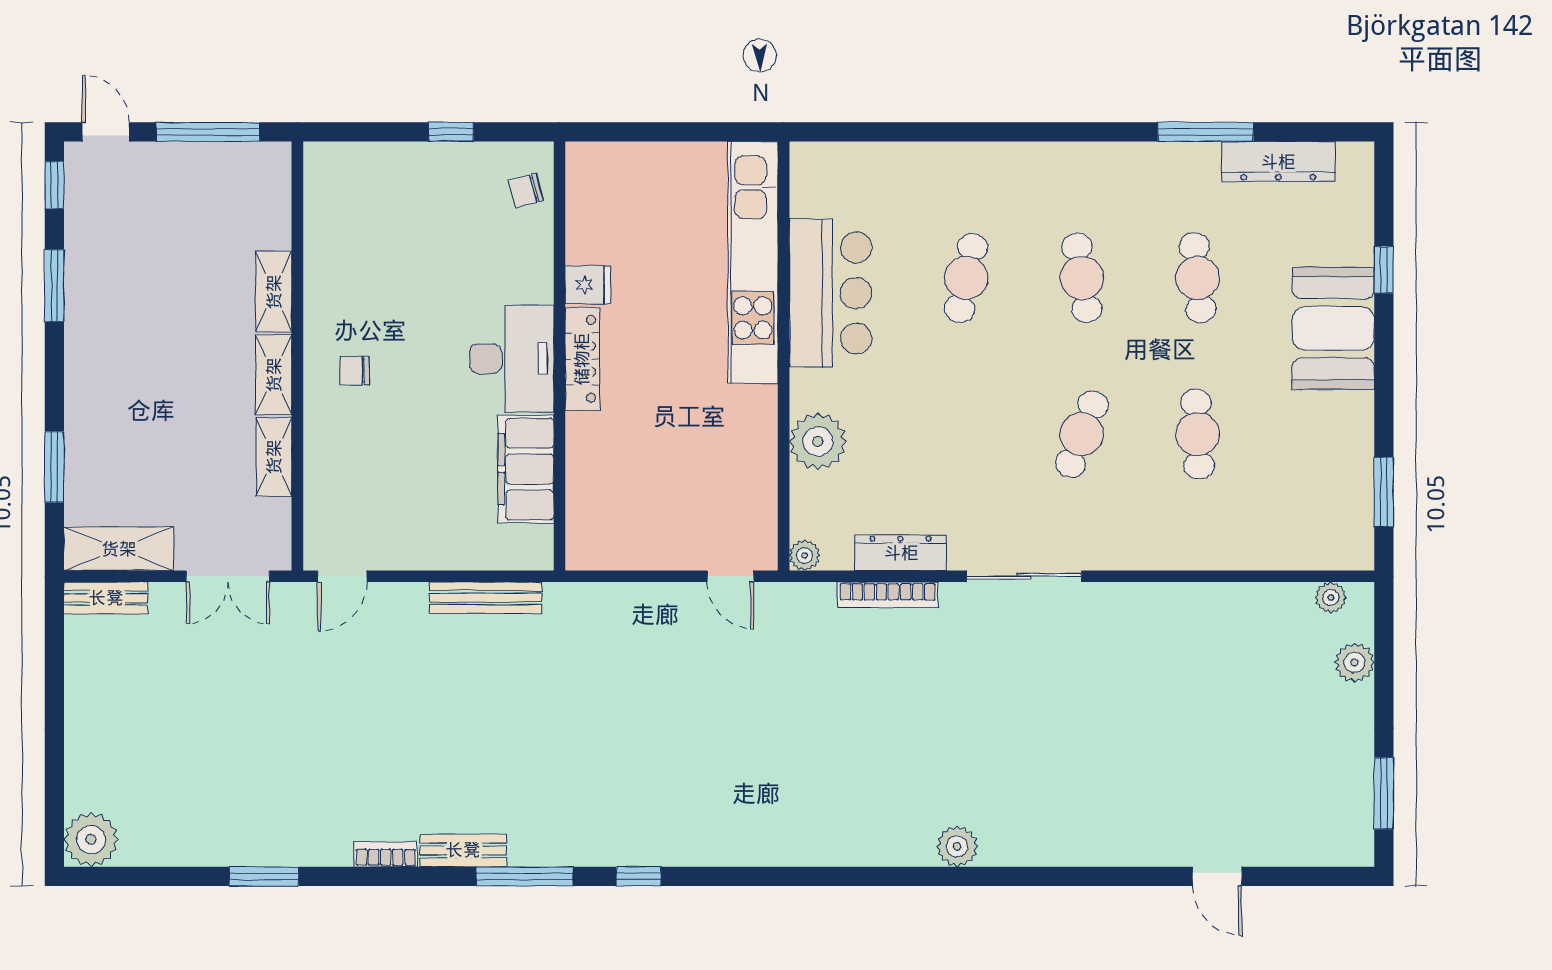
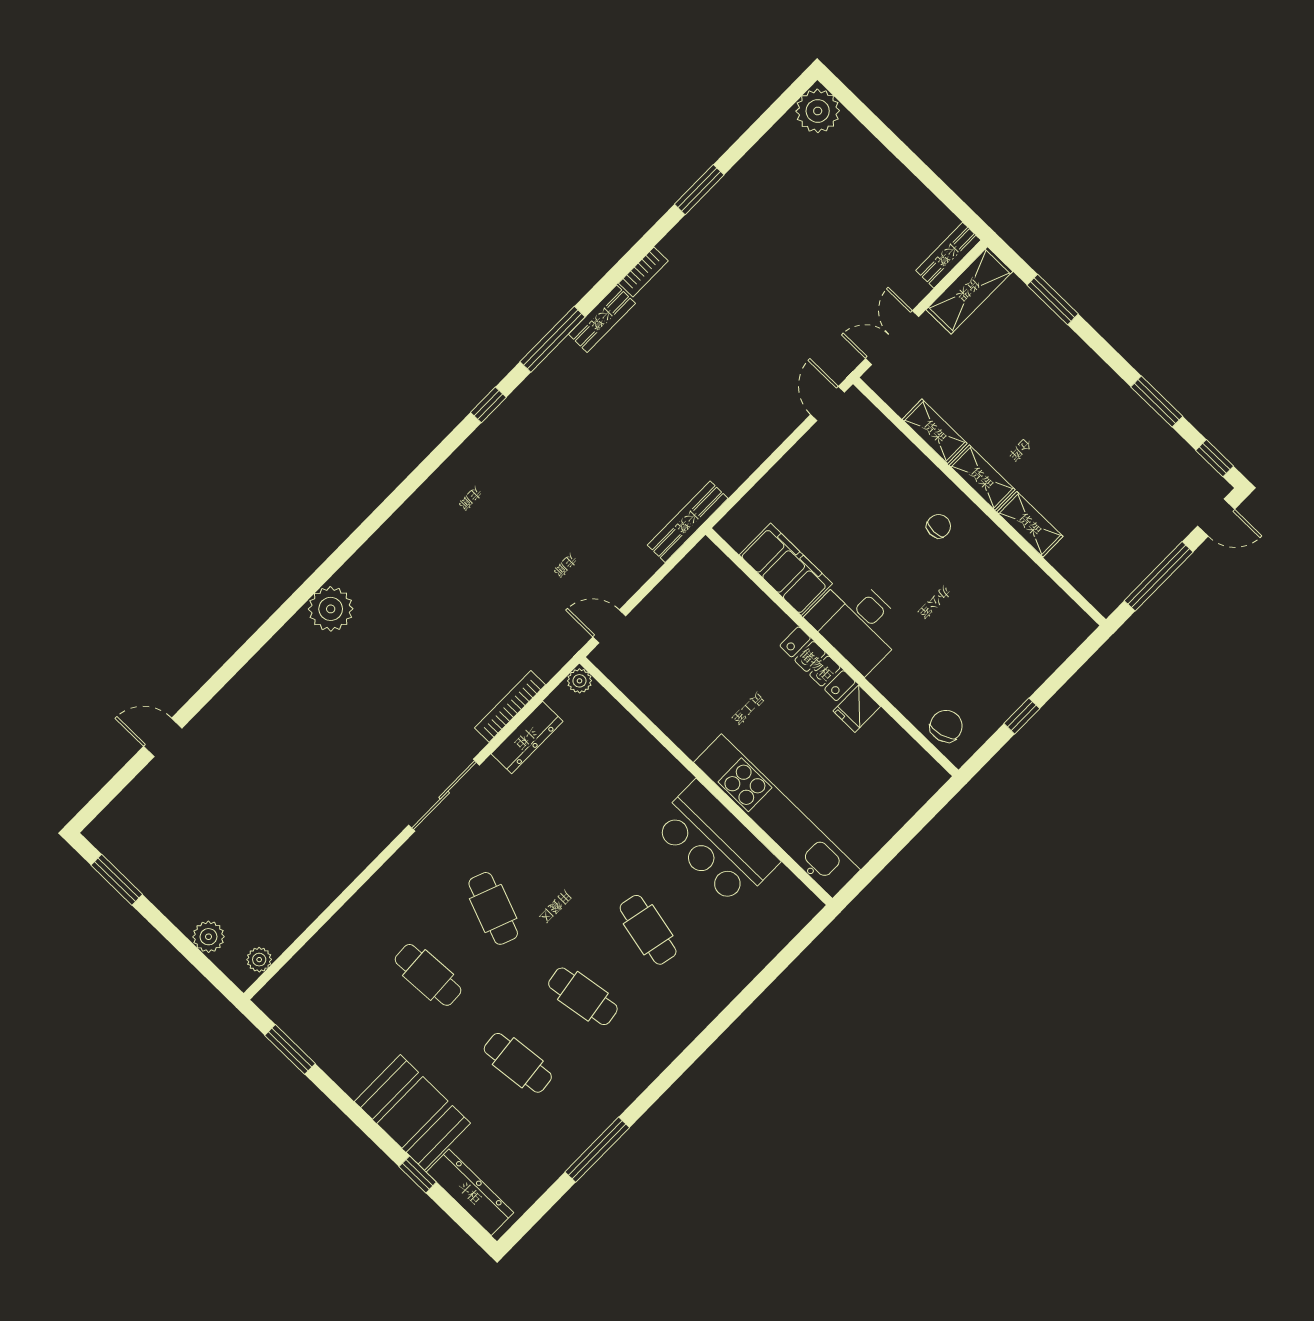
dresser: (1278, 162) -> (470, 1192), moved, turned 90
chair: (526, 190) -> (946, 726), width x1.37, depth x1.37
plant: (818, 441) -> (637, 753), removed
bench: (486, 598) -> (688, 522), moved
plant: (957, 846) -> (331, 609), width x1.36, depth x1.36

